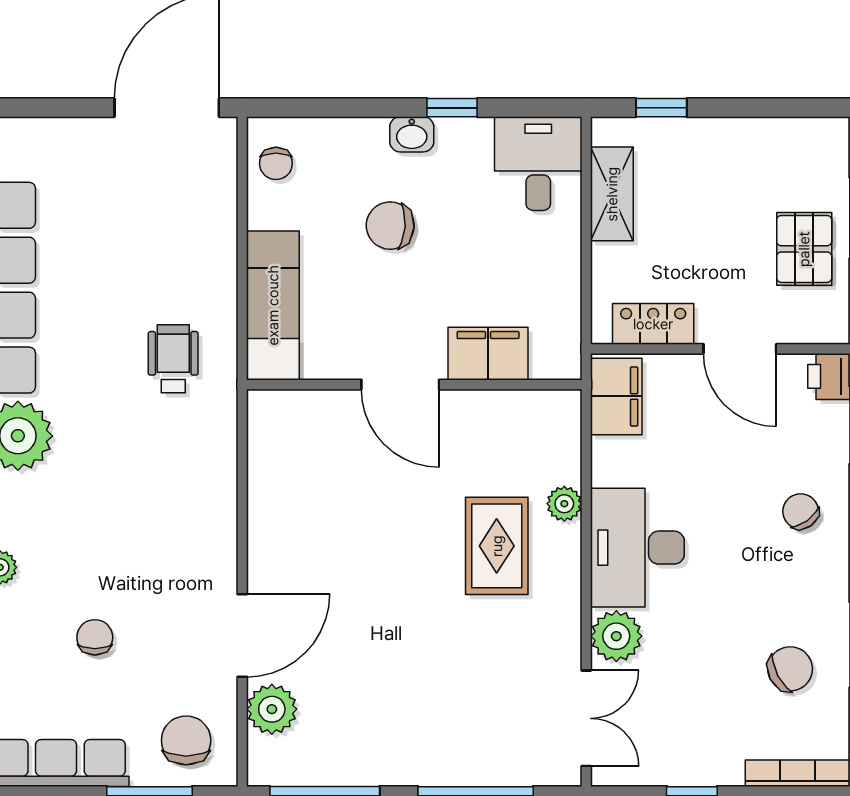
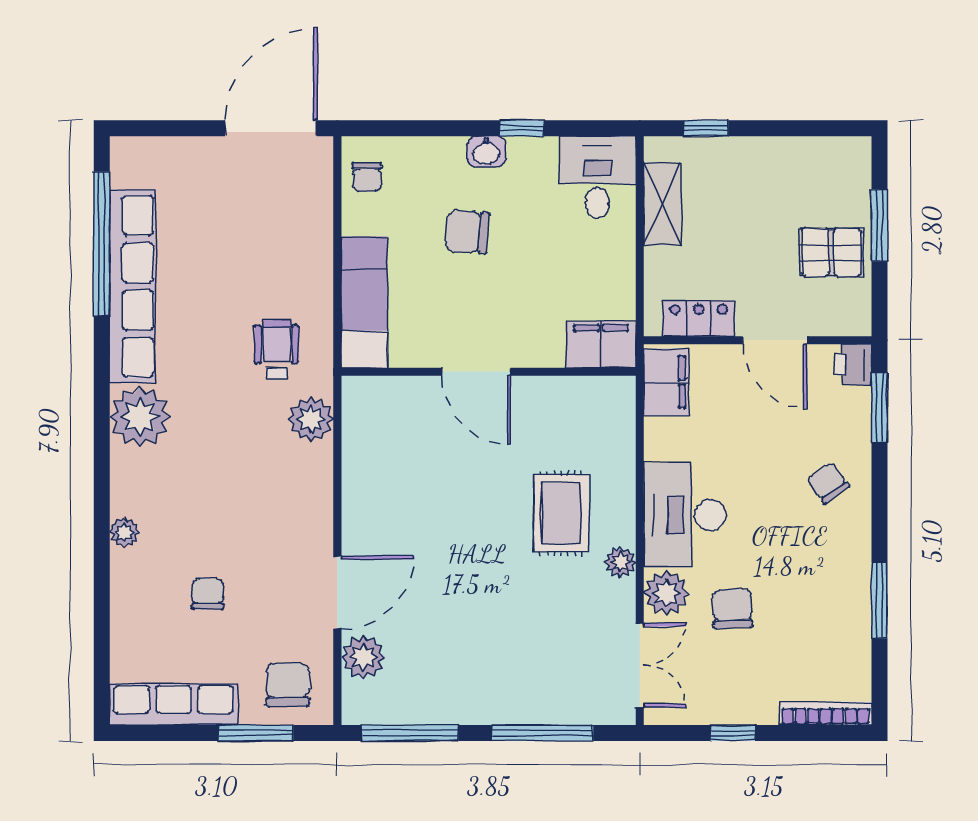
pallet: (804, 249) -> (831, 252), turned 90
filing cabinet: (488, 354) -> (601, 344), moved
plant: (212, 439) -> (311, 419), added
plant: (564, 504) -> (620, 562), moved
chair: (790, 669) -> (732, 609), moved, turned -65

